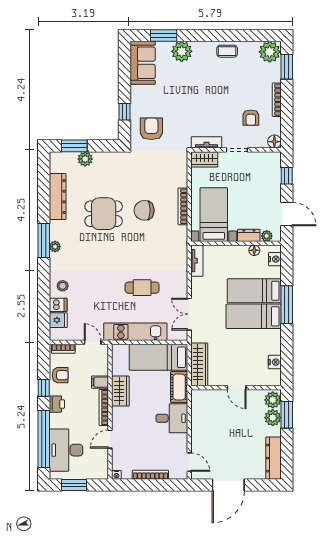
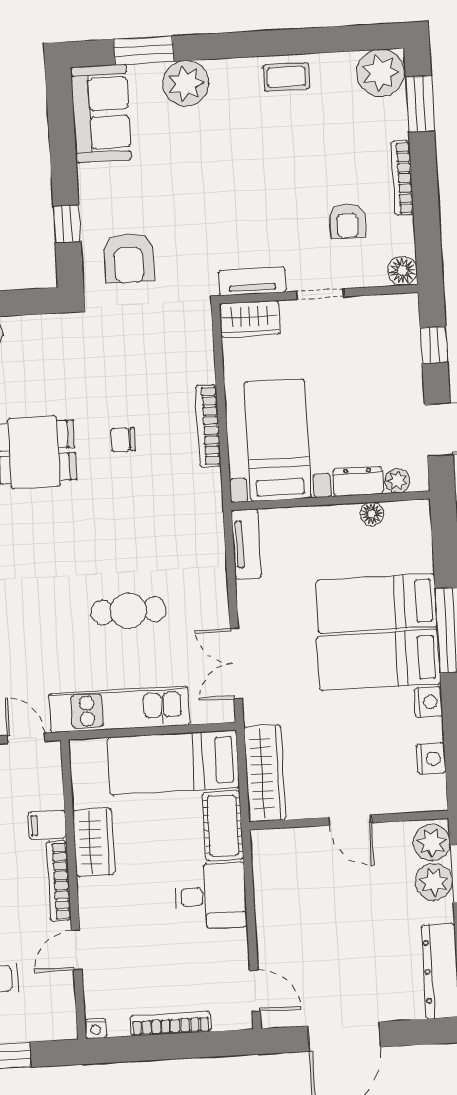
armchair: (151, 129) -> (129, 258), turned 180
chair: (144, 210) -> (123, 440), width x0.54, depth x0.54
nightstand: (275, 259) -> (428, 702), moved

